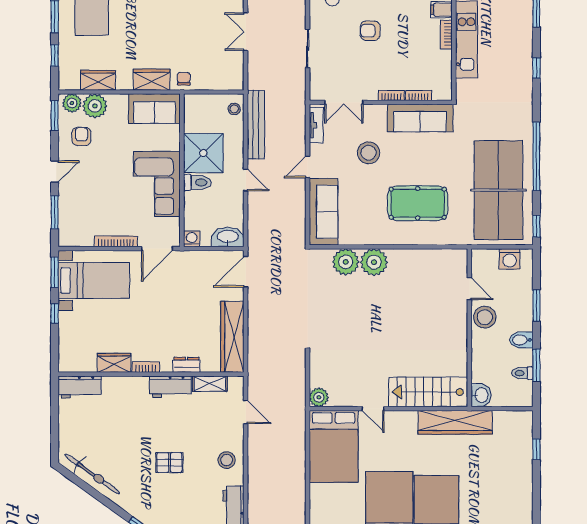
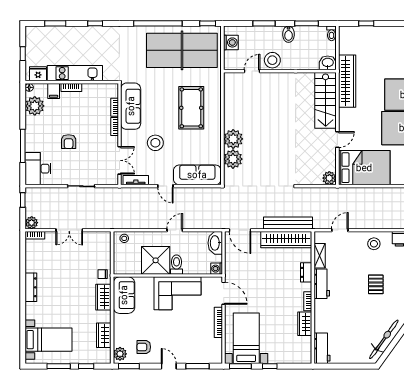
plant: (95, 106) -> (122, 337), removed
bench: (256, 125) -> (288, 223), moved
toilet: (522, 373) -> (332, 33), moved

